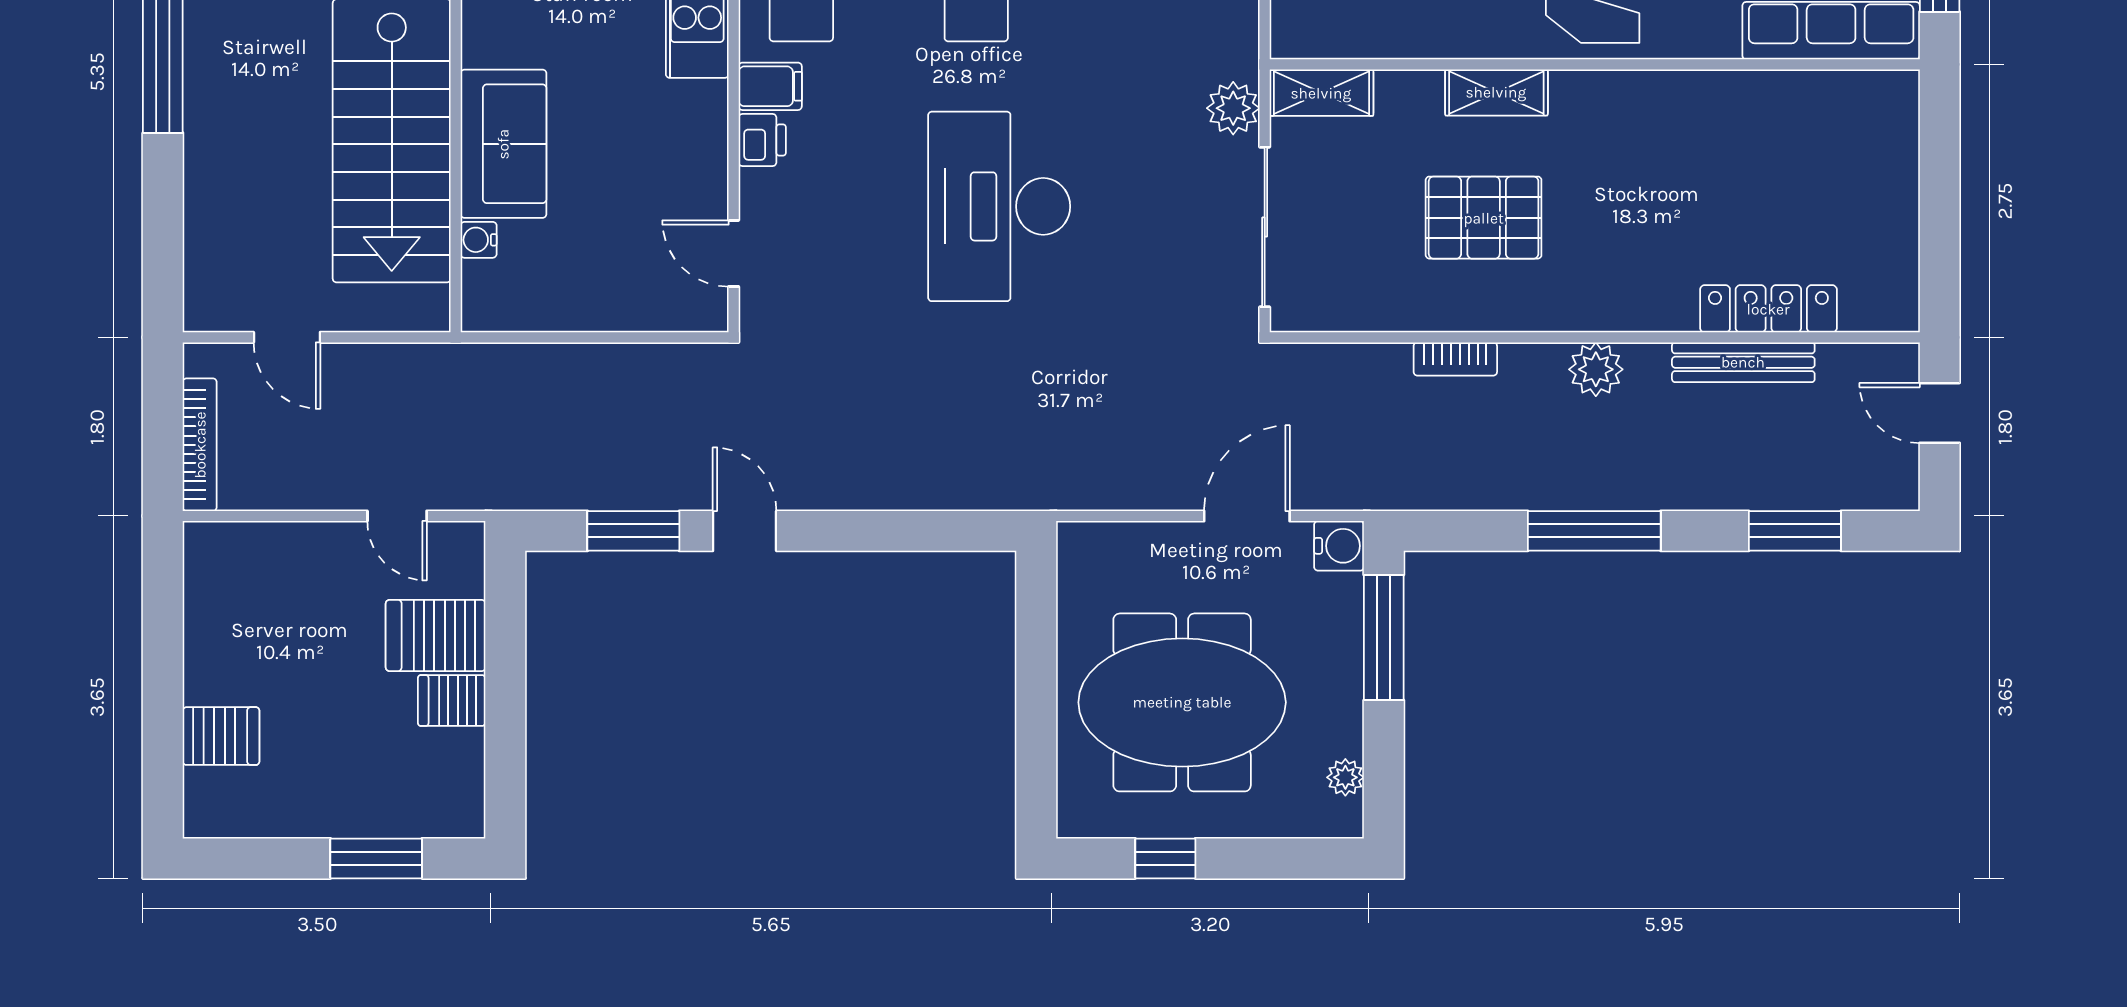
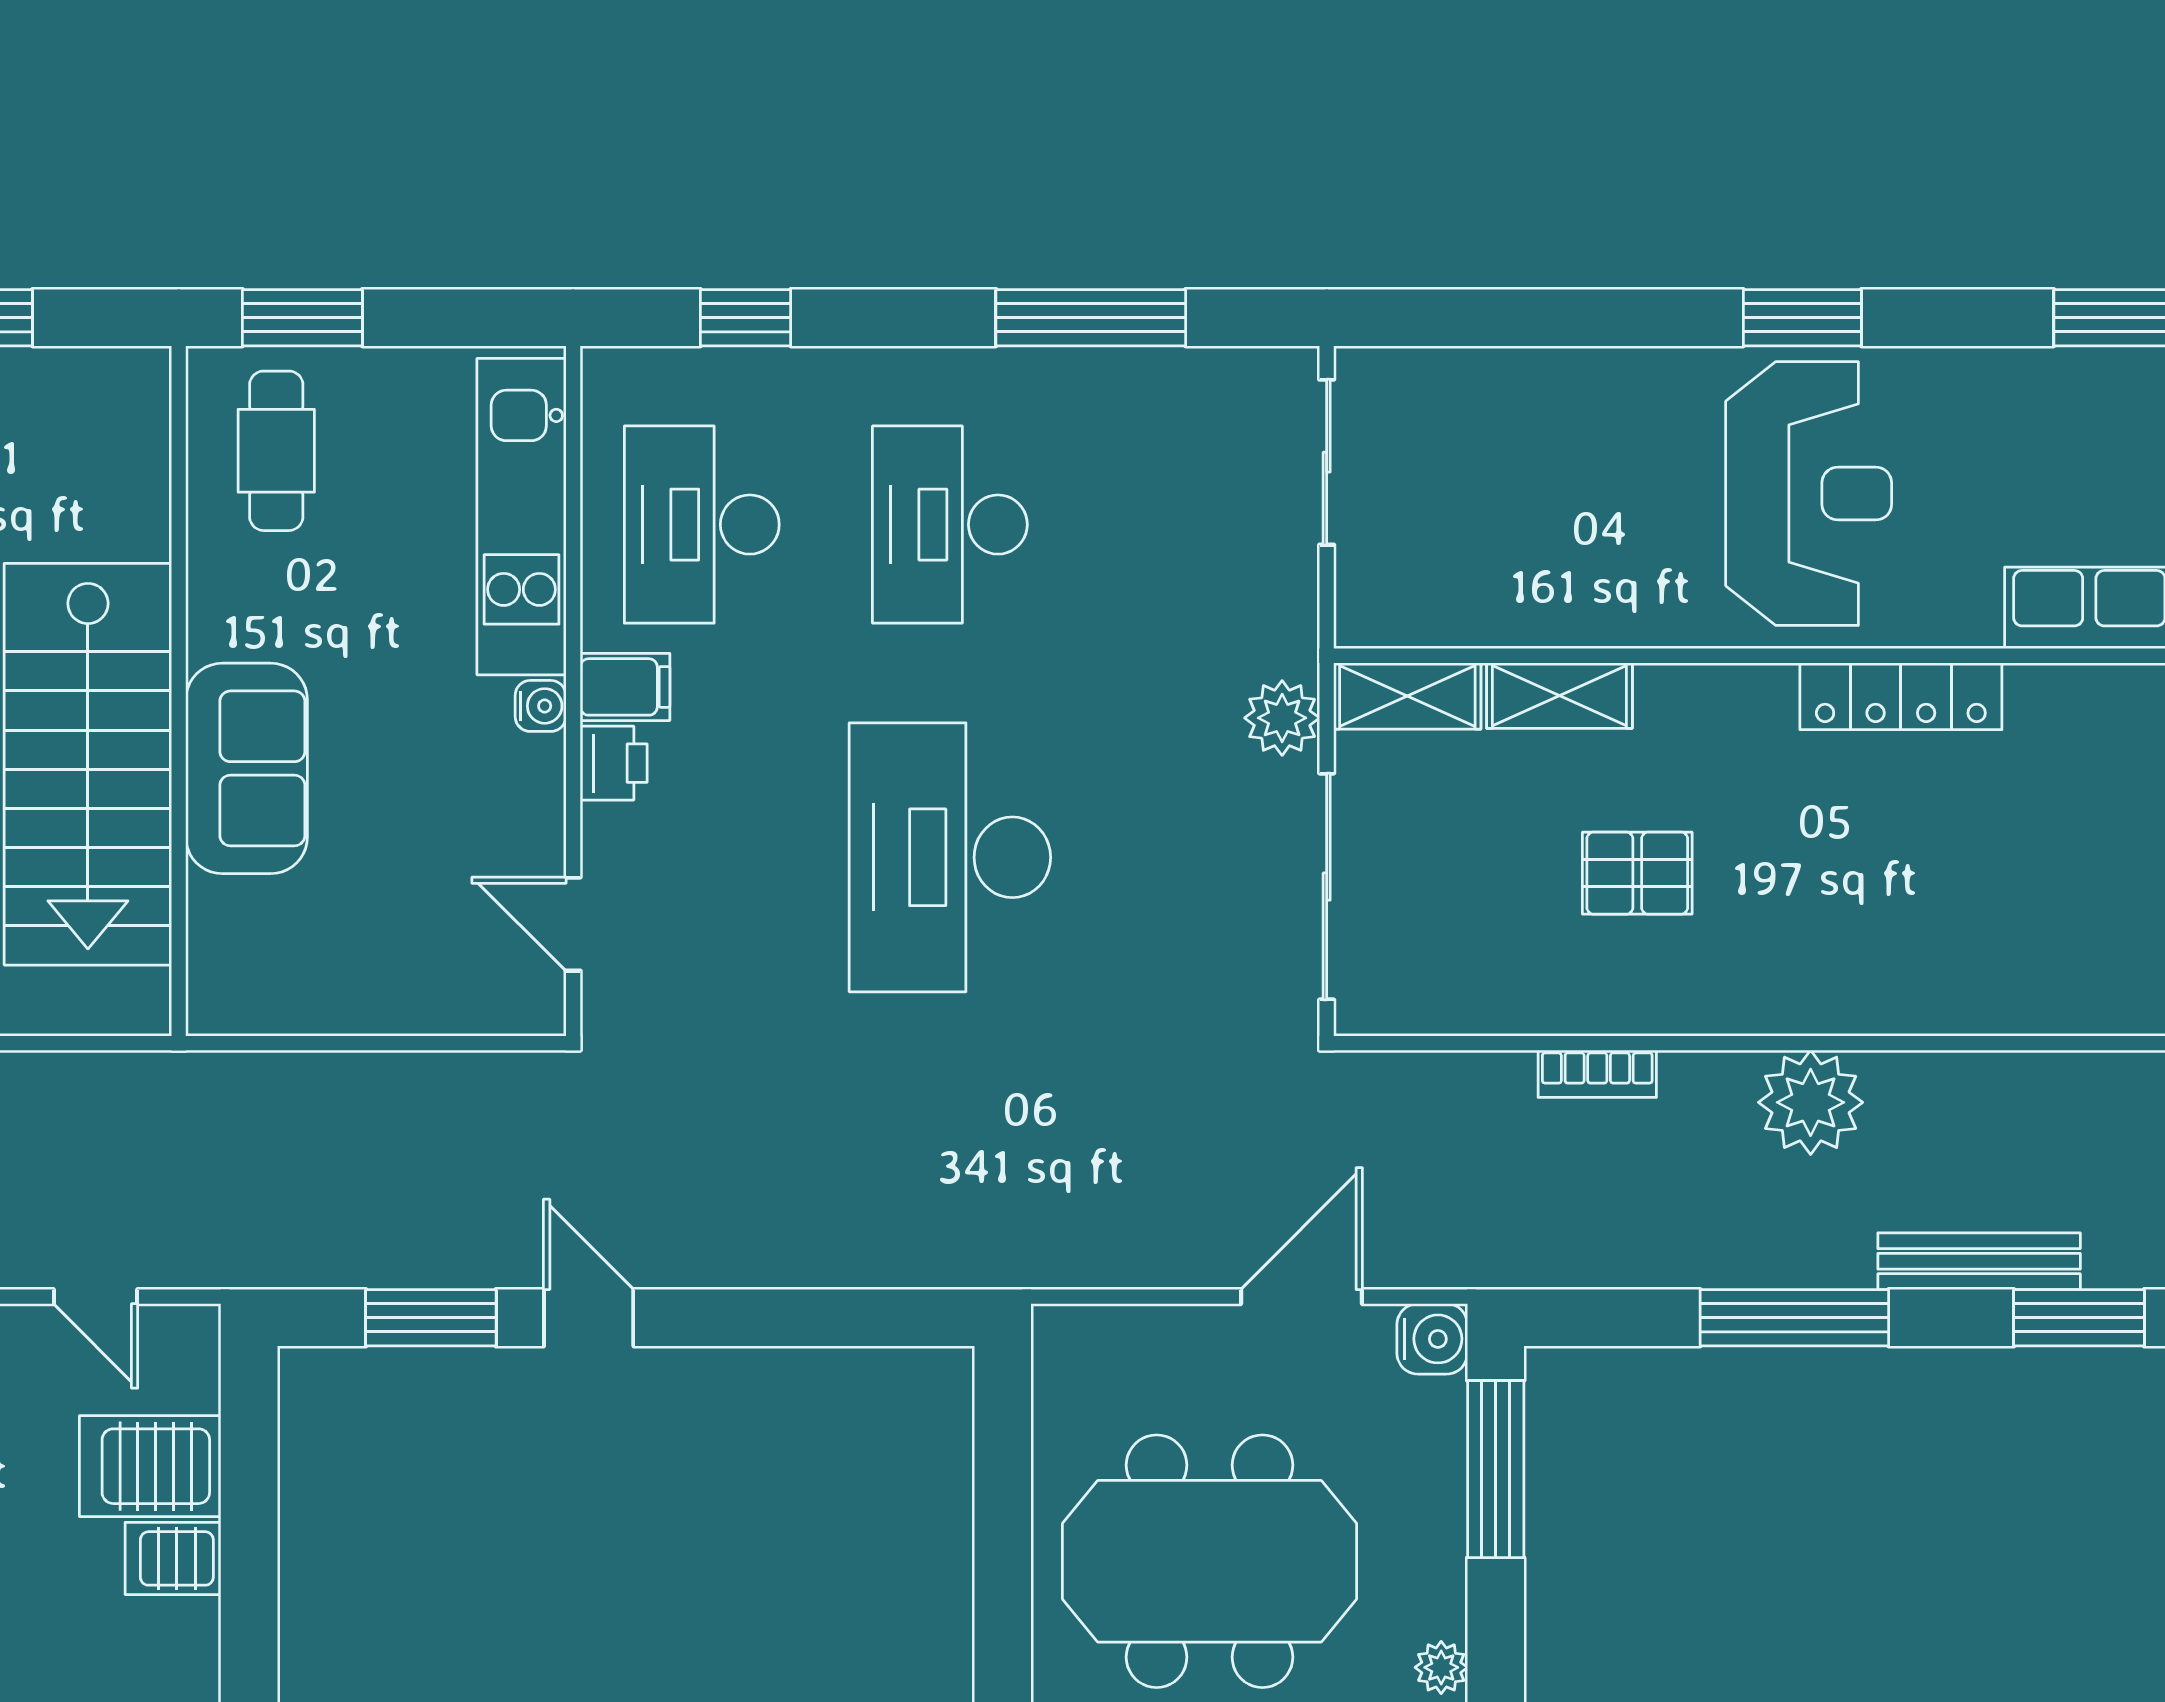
shelving: (1496, 92) -> (1559, 696), moved
pallet: (1484, 218) -> (1637, 873), width x0.67, depth x0.71
water cooler: (479, 240) -> (541, 706), moved, turned 180
locker: (1768, 309) -> (1901, 696), moved, turned 180
bench: (1743, 362) -> (1979, 1261), moved
plant: (1596, 369) -> (1811, 1102), width x1.36, depth x1.36

